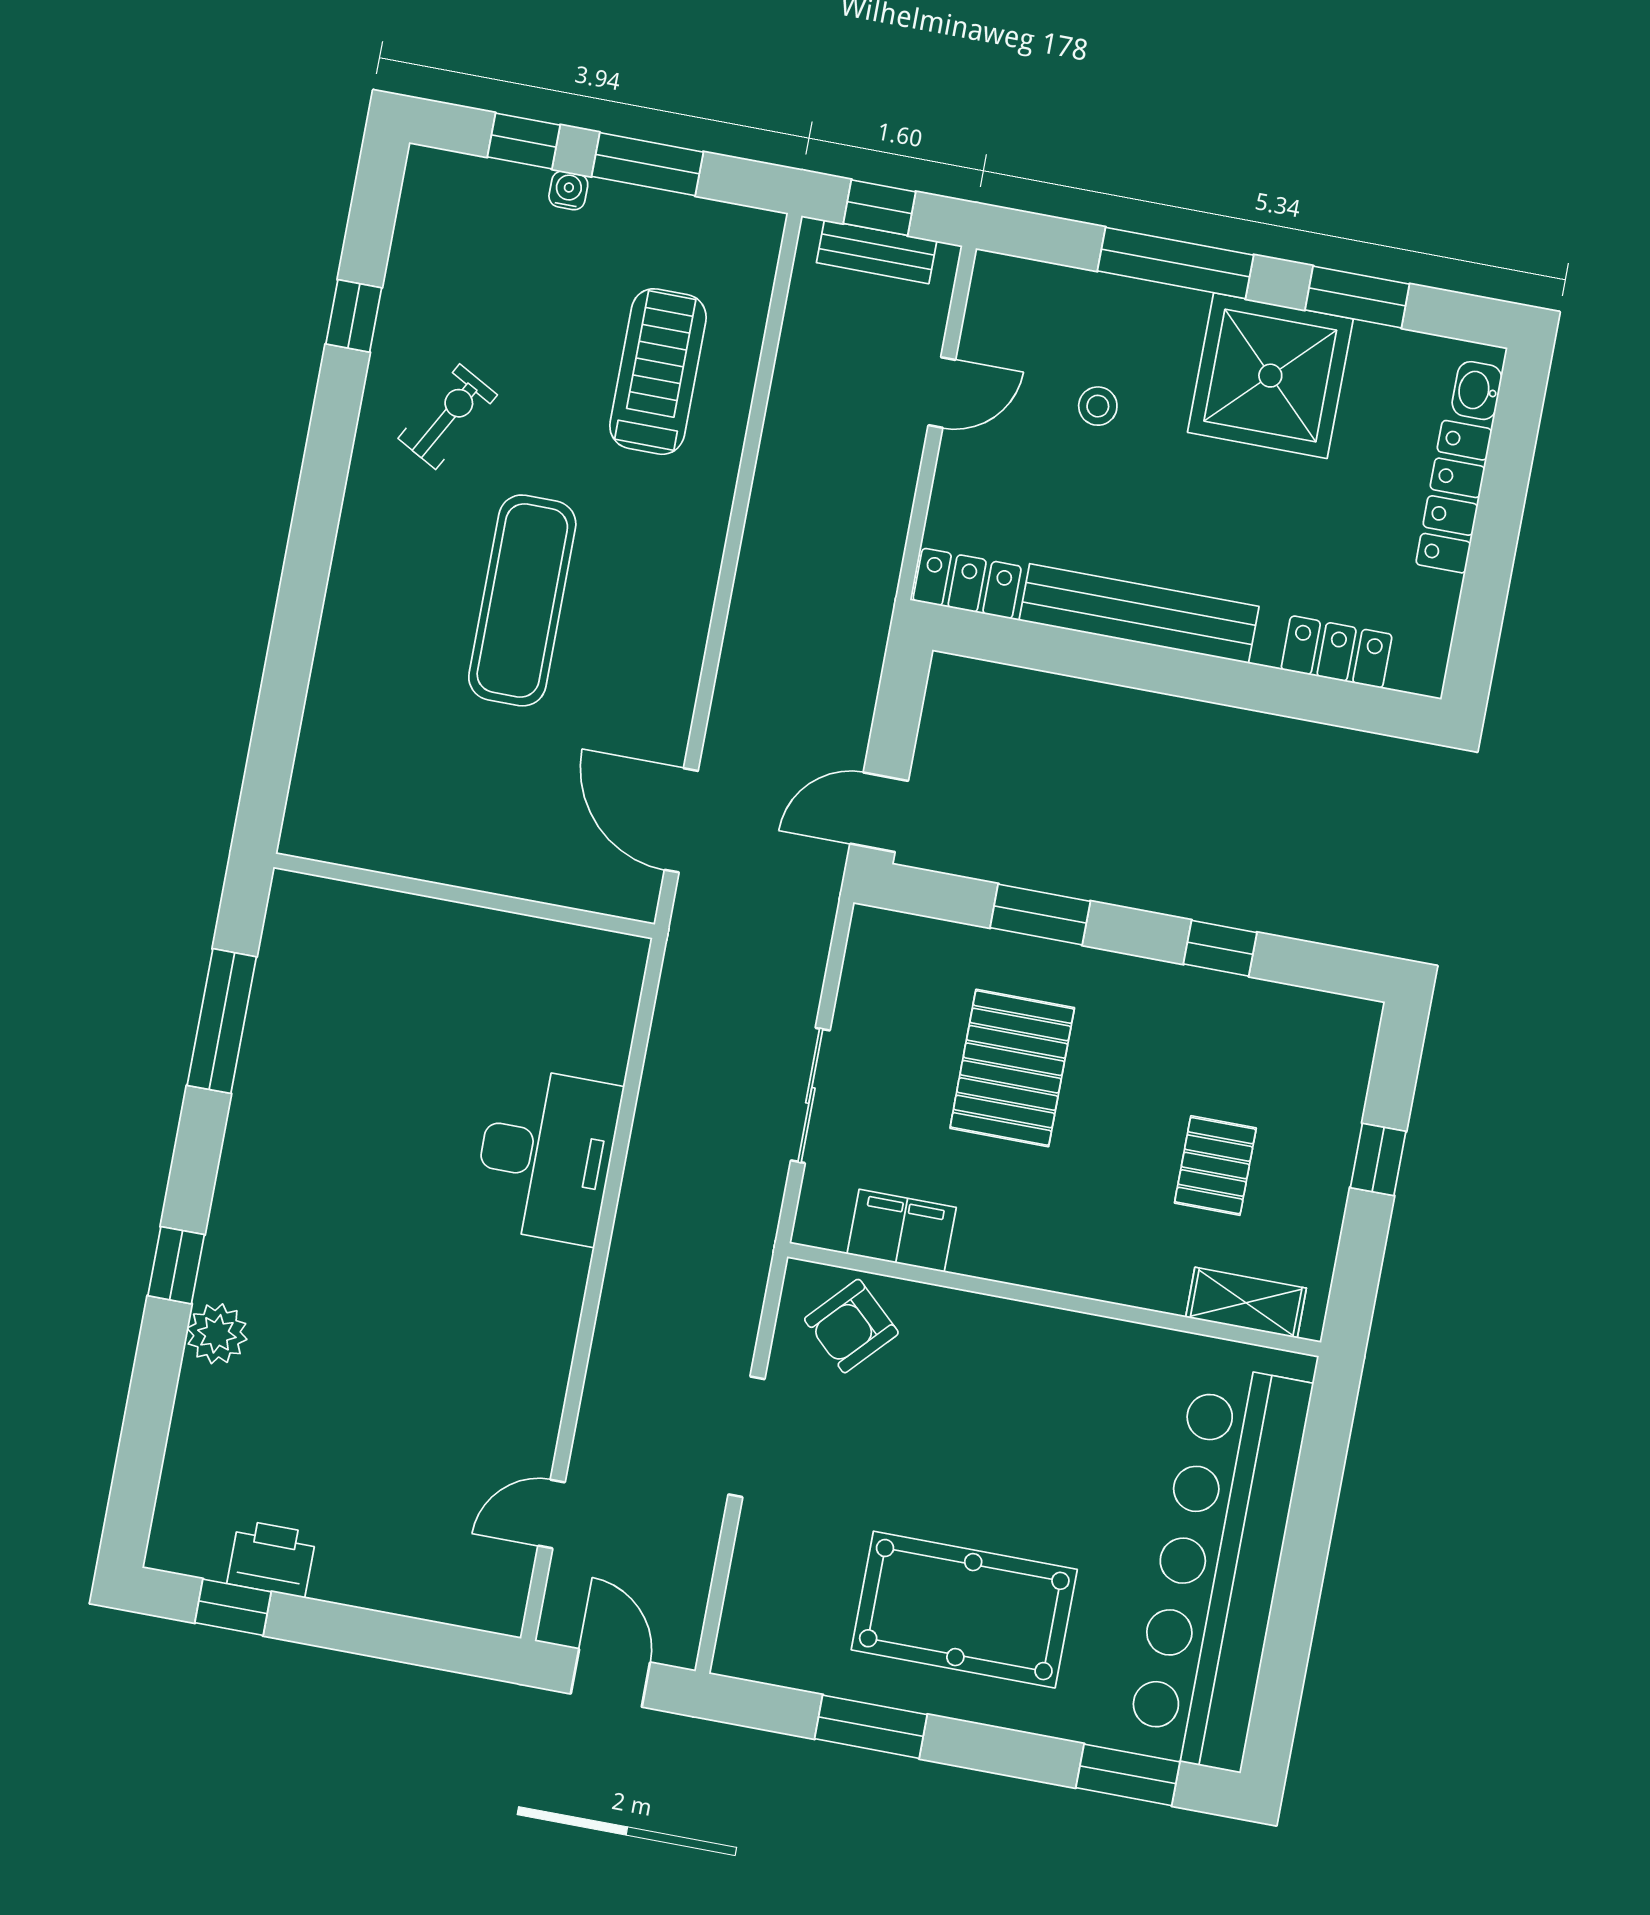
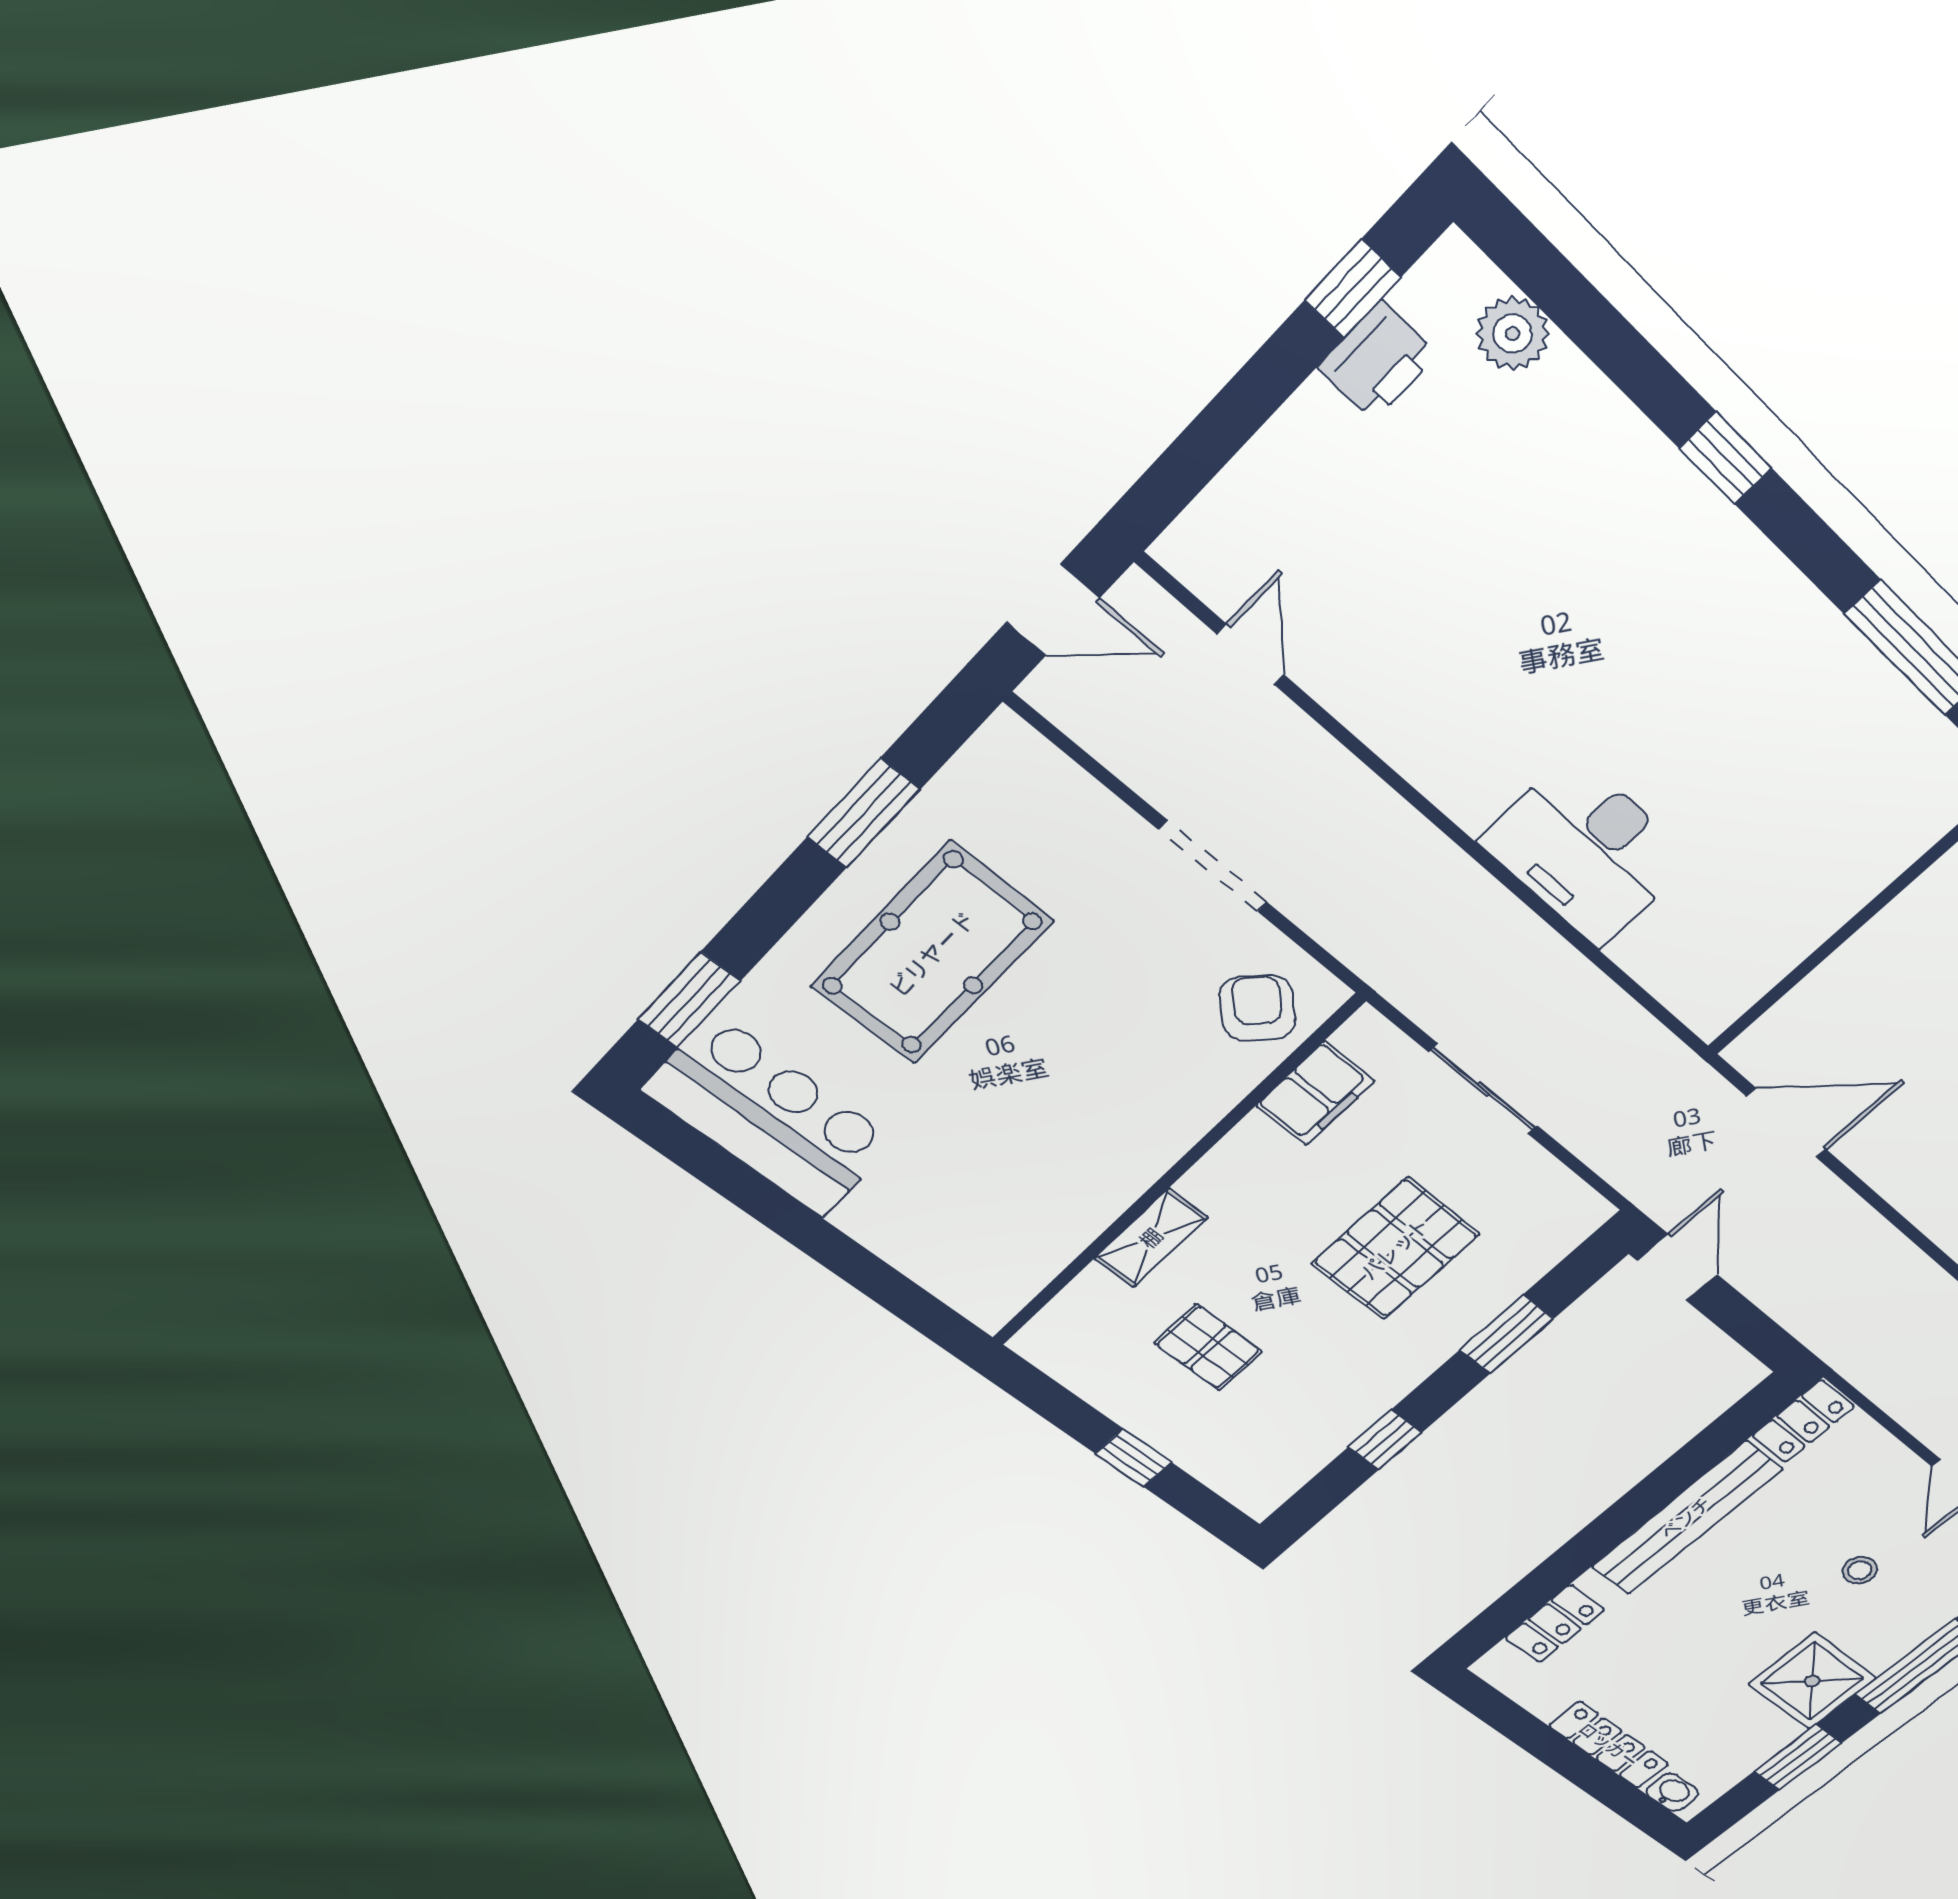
shower: (1270, 376) -> (1812, 1681), width x0.73, depth x0.73
pallet: (1012, 1068) -> (1395, 1249), turned 90
shelving: (1246, 1303) -> (1151, 1238), moved
plant: (217, 1334) -> (1513, 334), moved
bar counter: (1219, 1567) -> (770, 1116), width x0.54

